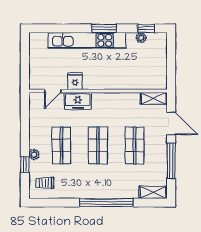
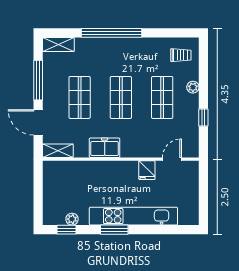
freezer: (78, 101) -> (105, 148), moved
window: (25, 164) -> (203, 117), moved

